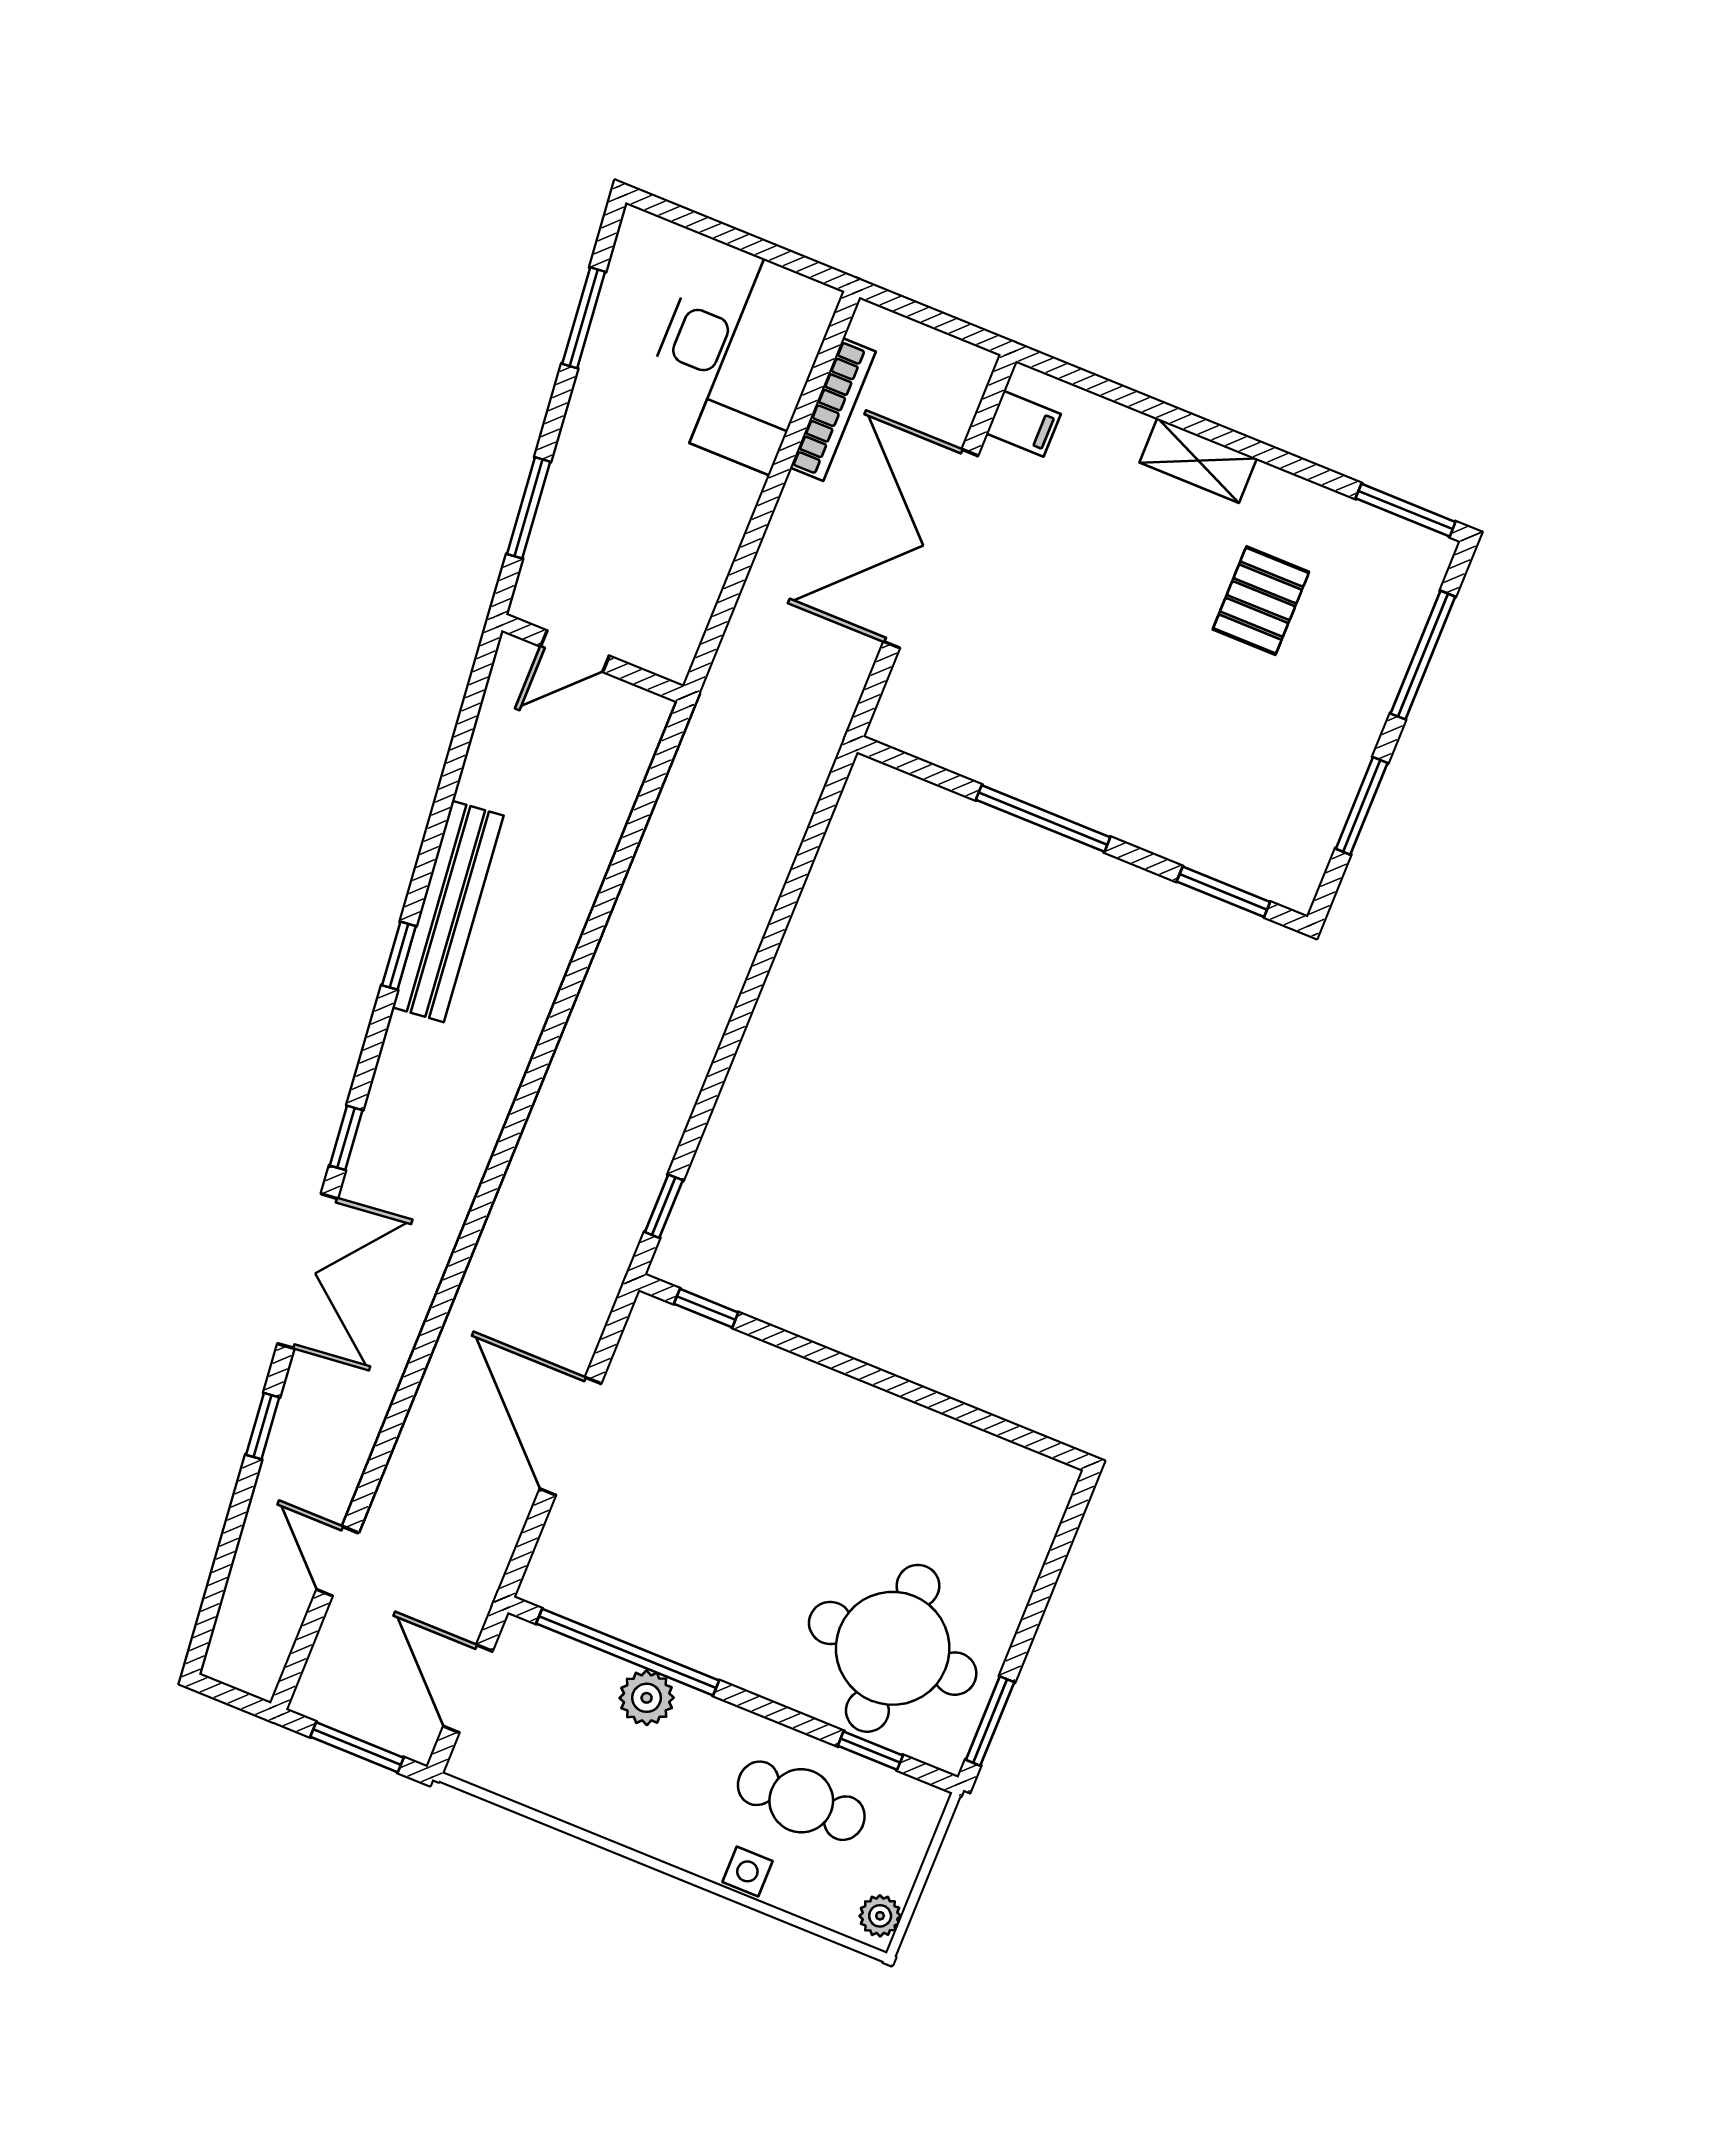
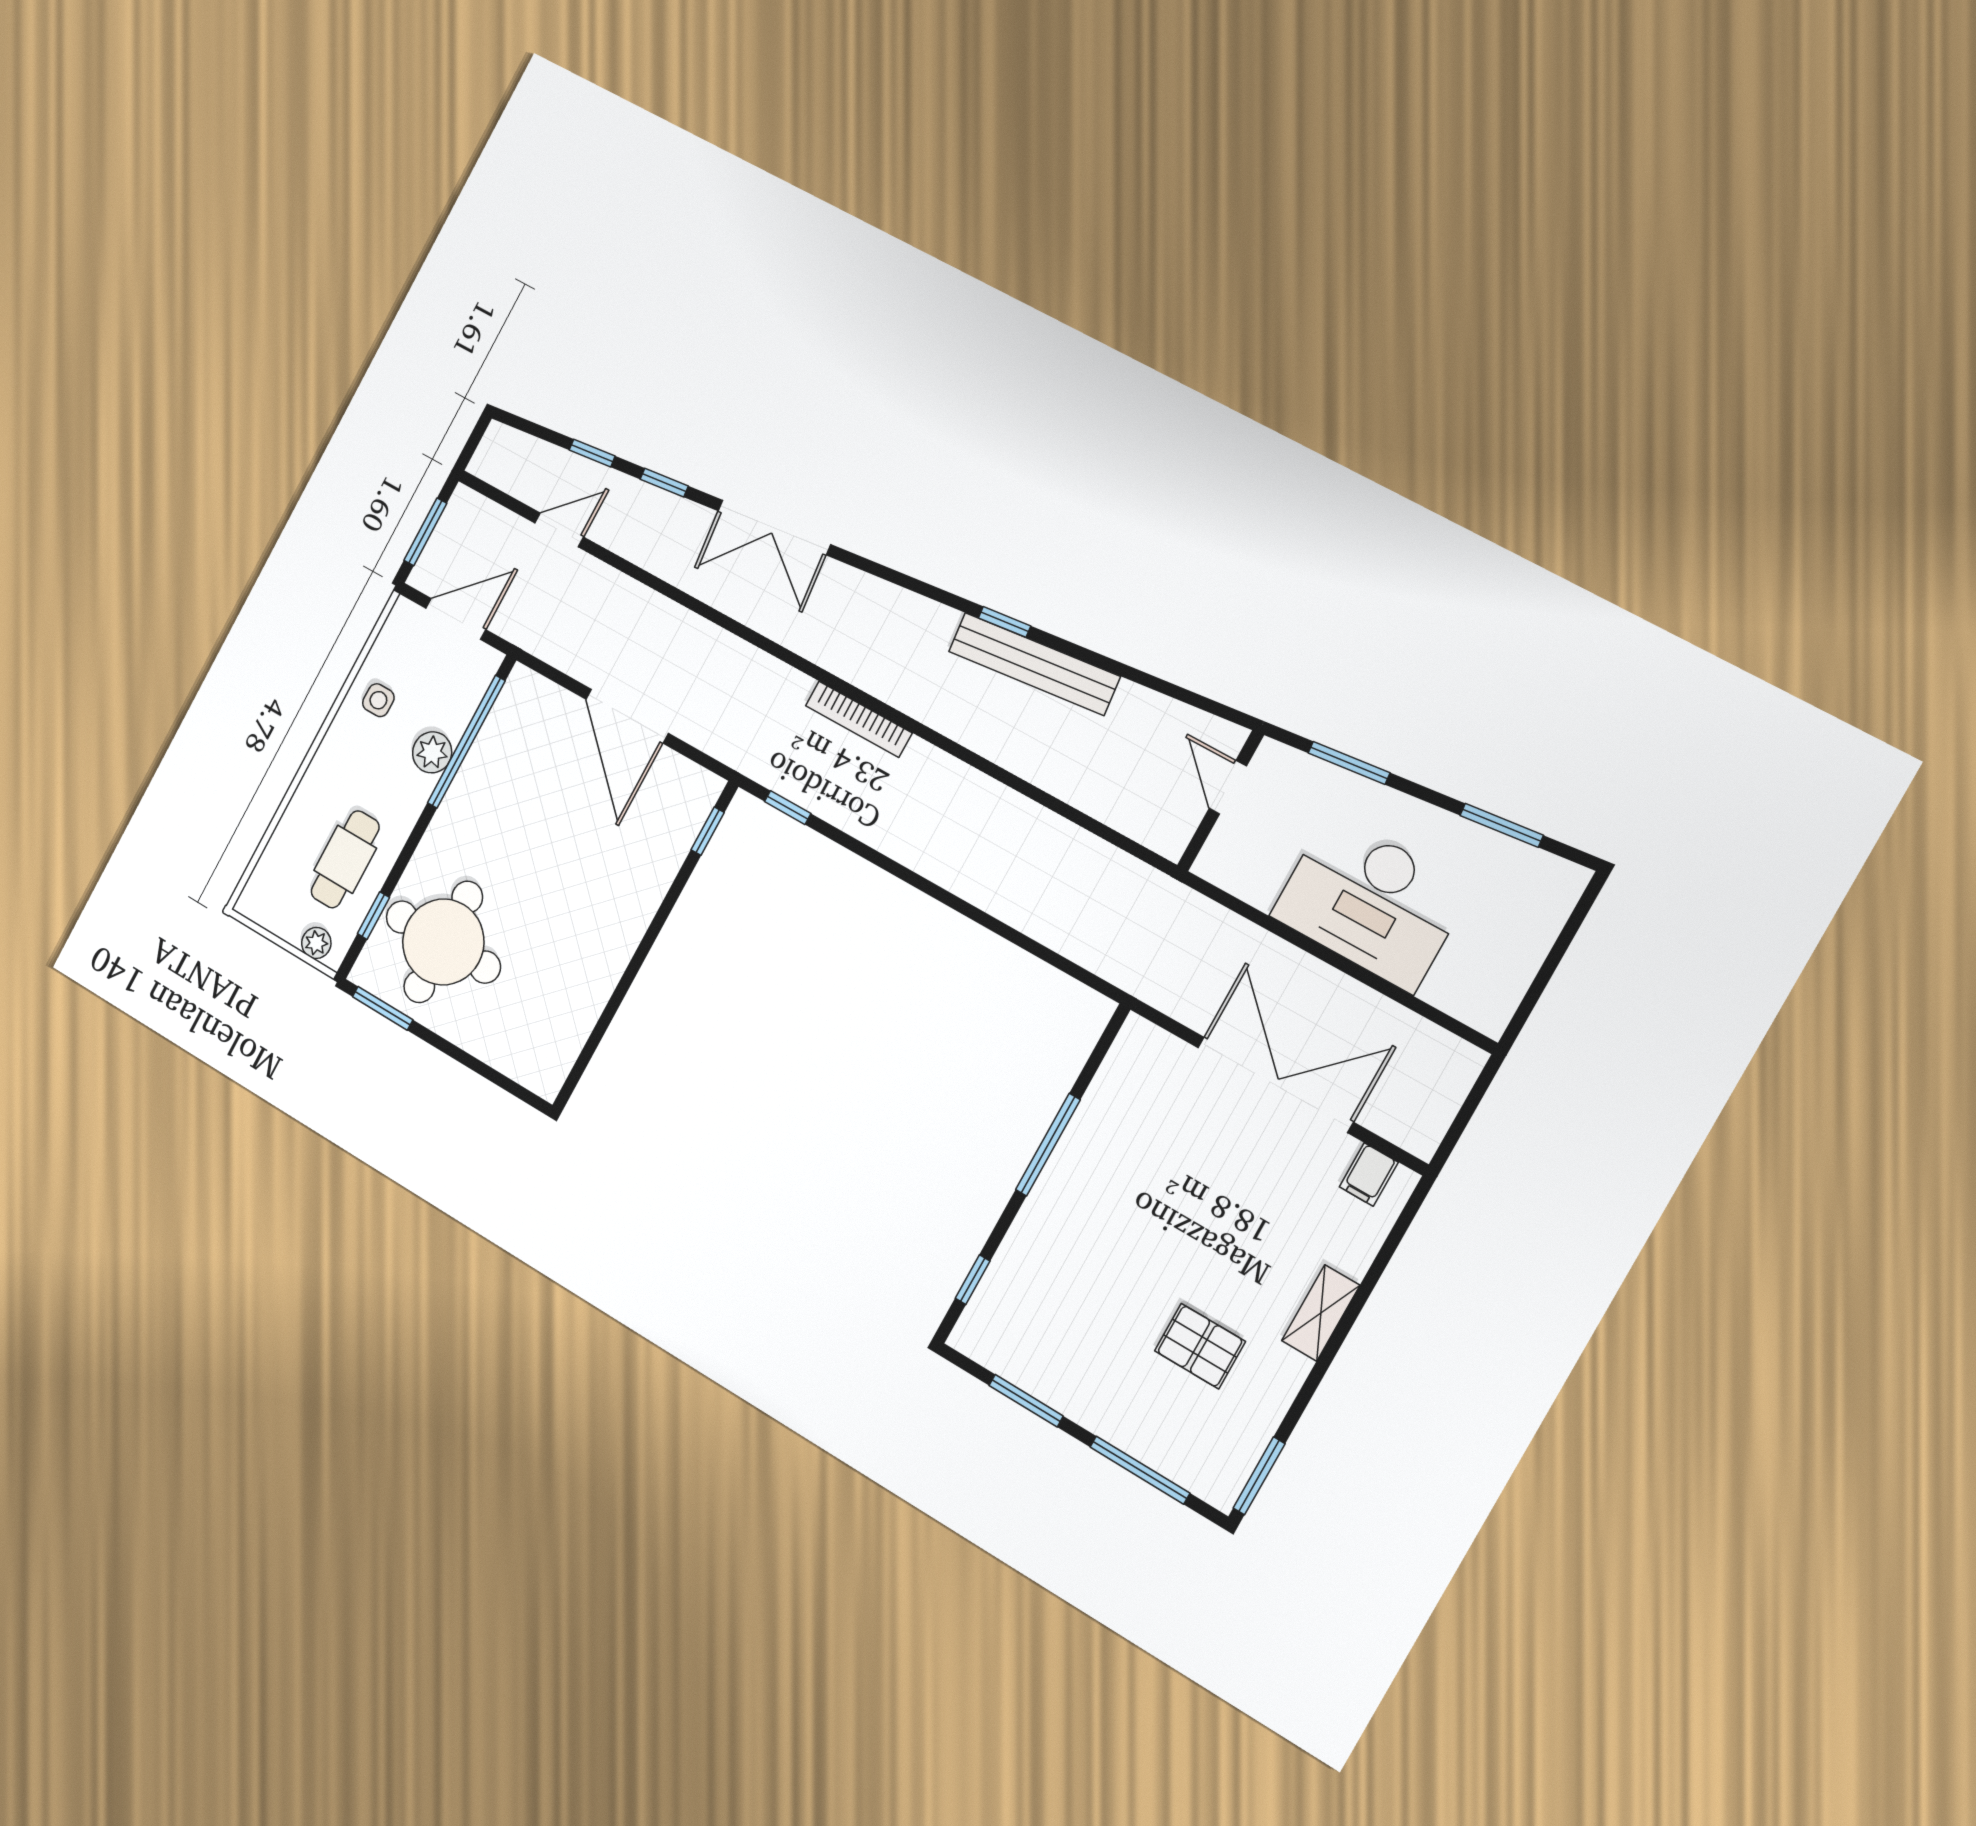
desk: (738, 355) -> (1371, 902), moved
bookcase: (833, 410) -> (859, 719), moved
window: (1223, 892) -> (973, 1280), width x0.67
window: (346, 1138) -> (592, 453), moved
door: (570, 1436) -> (627, 716), swing flipped
side table: (747, 1871) -> (378, 700), moved
plant: (880, 1916) -> (316, 943), moved

